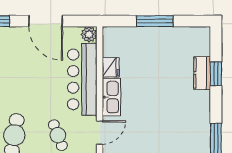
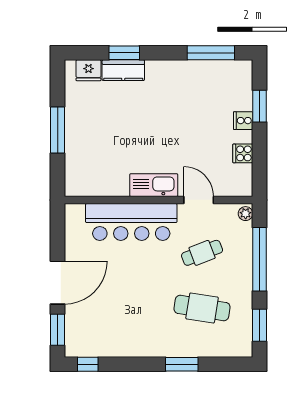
door: (46, 21) -> (58, 283), moved
plant: (89, 34) -> (74, 213), removed
fridge: (111, 67) -> (89, 70), moved, turned 180

